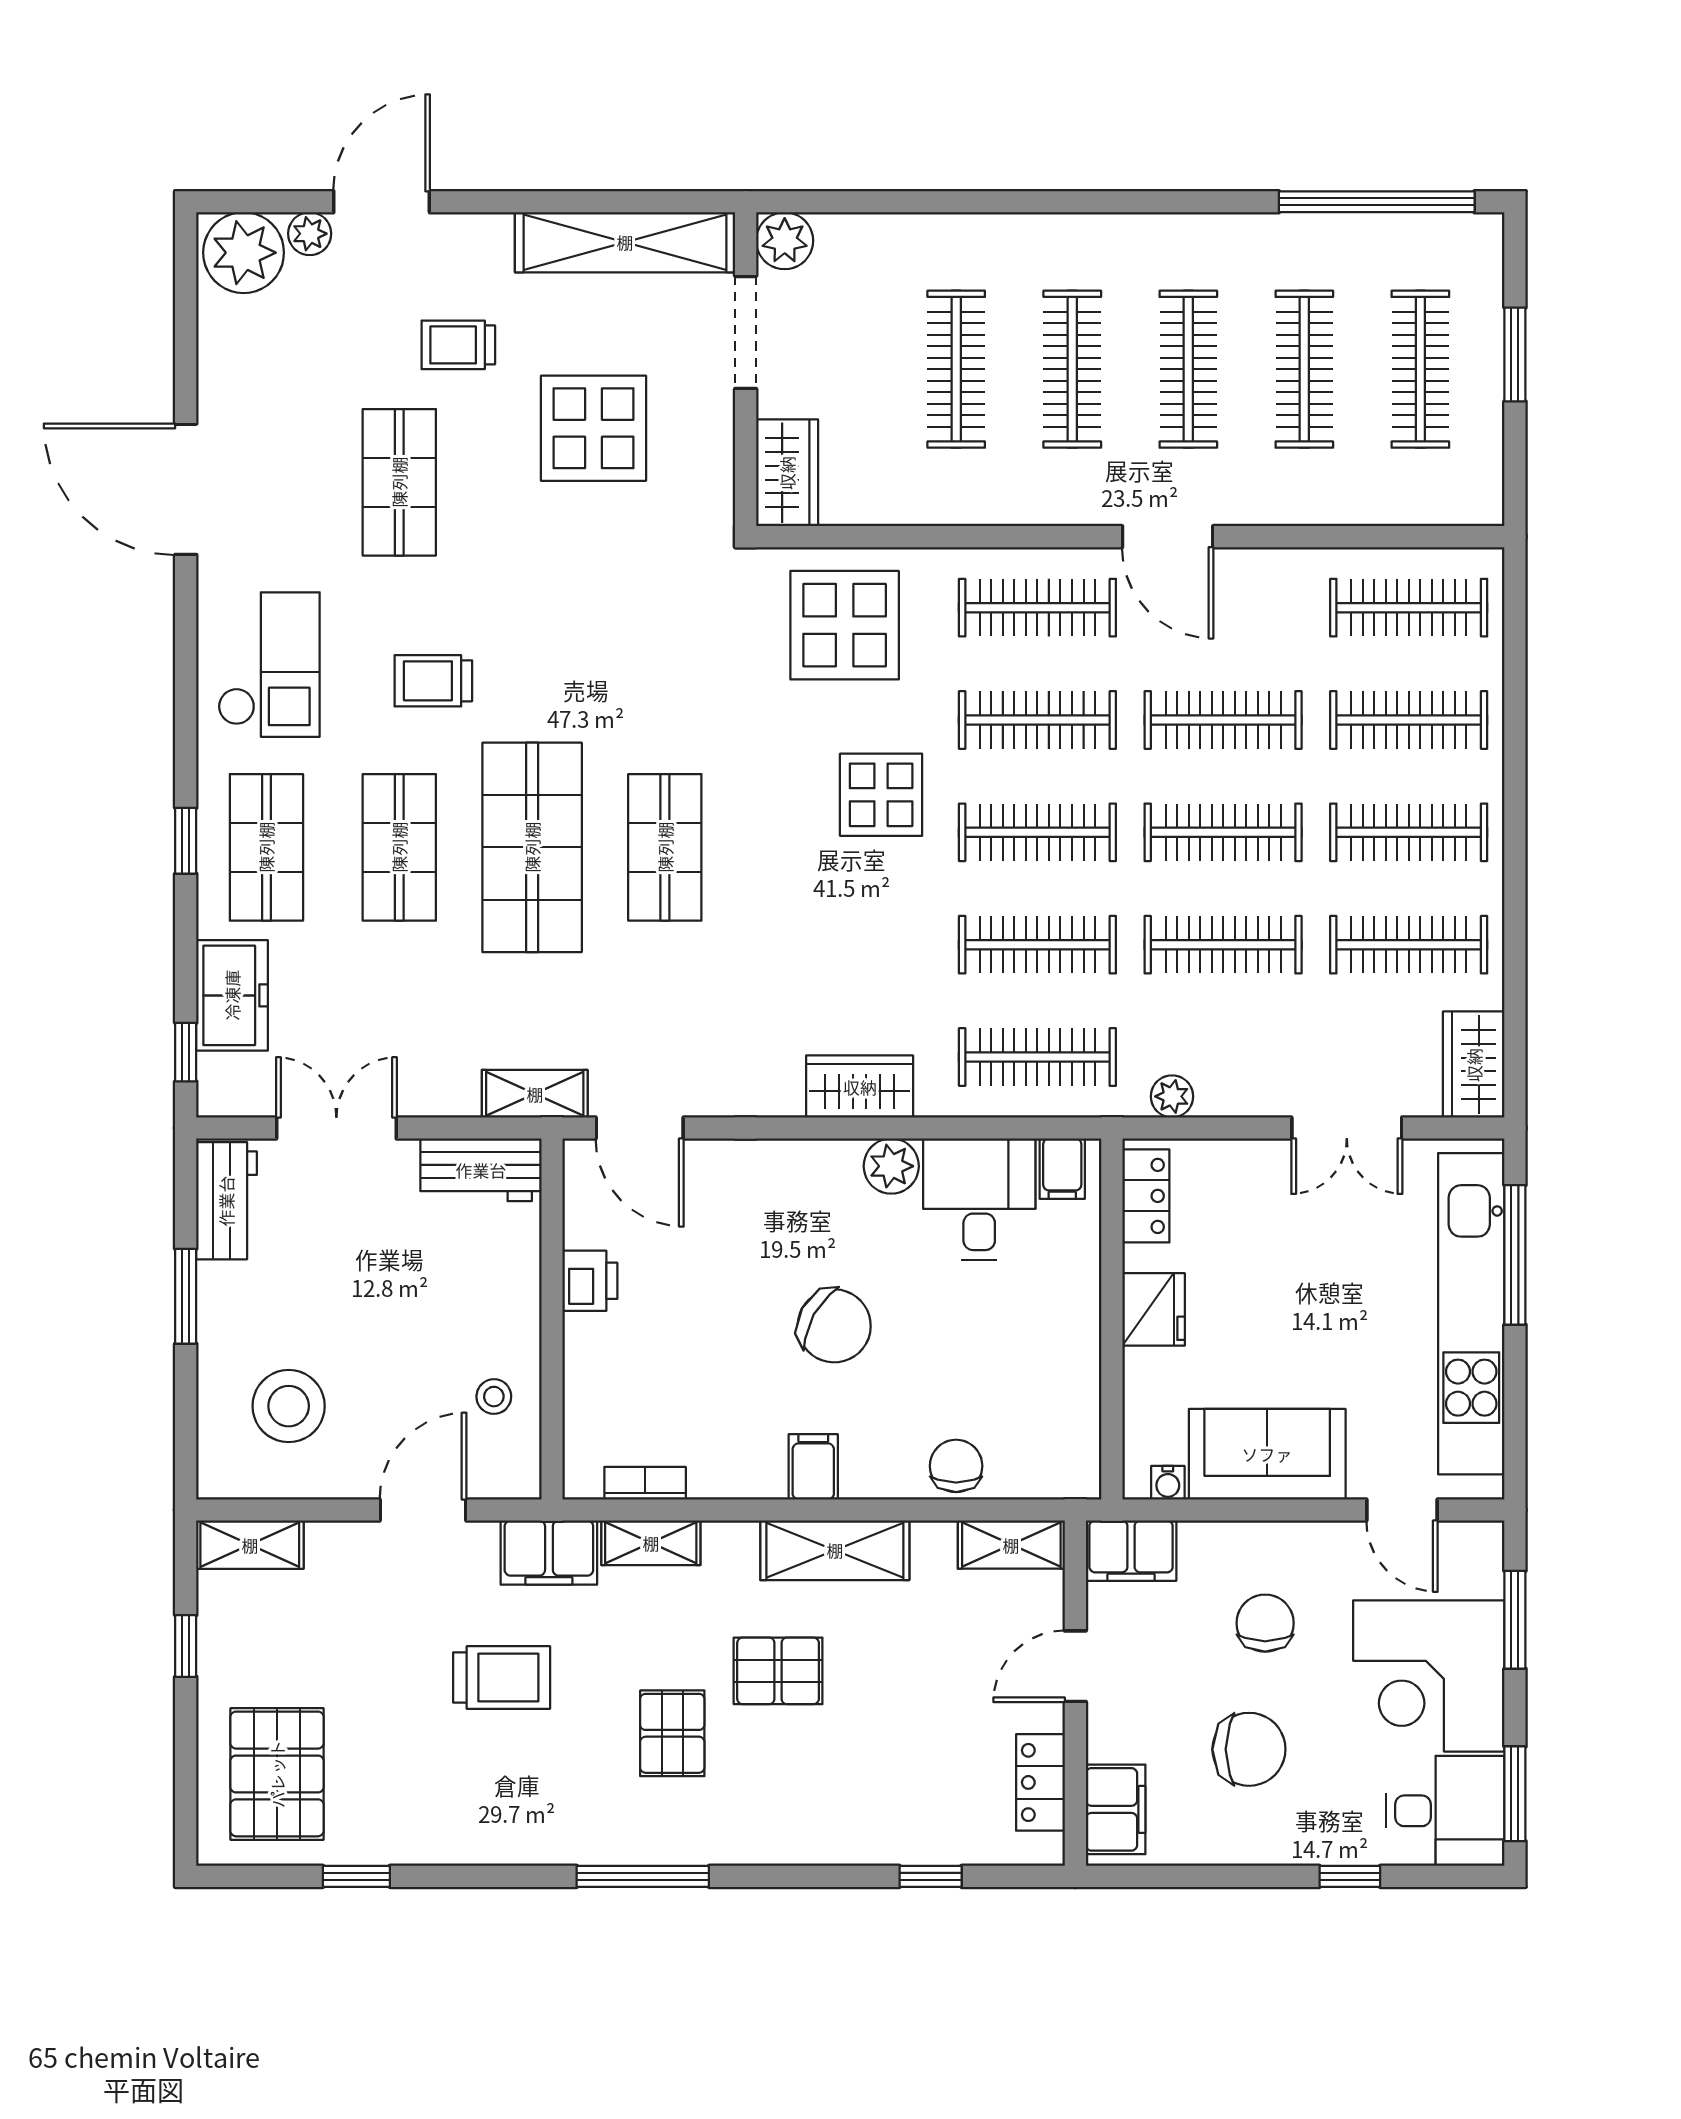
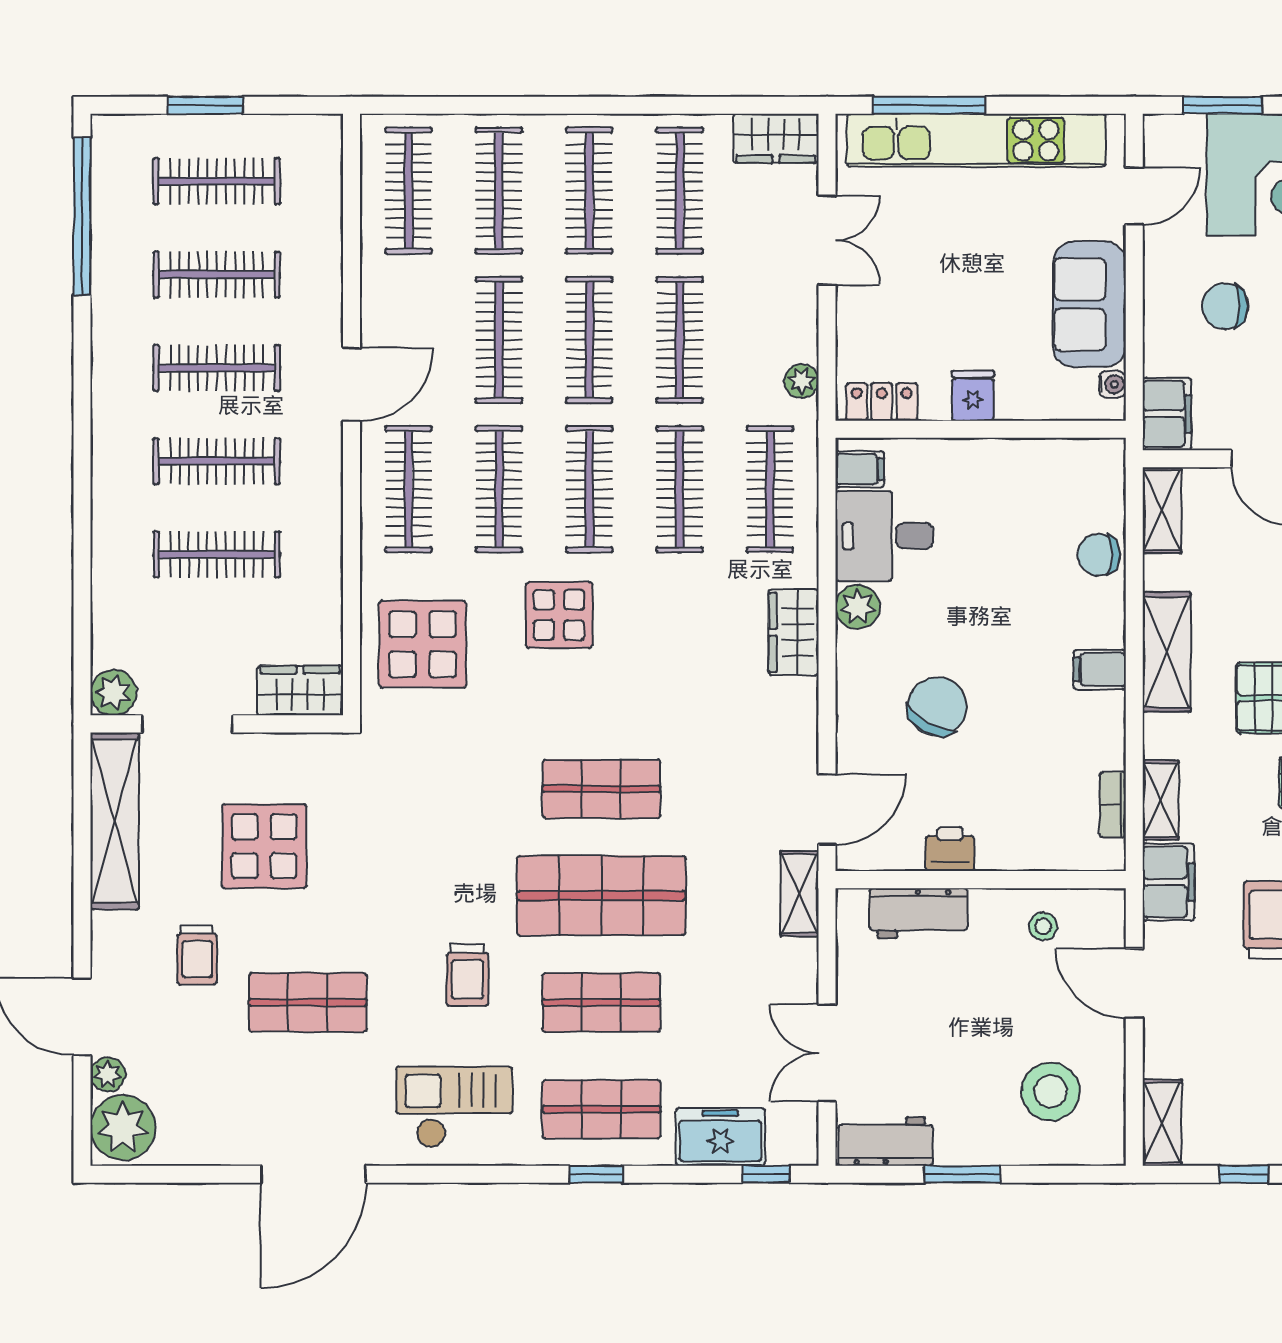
workbench: (481, 1170) -> (918, 913), moved, turned 90
fridge: (1154, 1309) -> (973, 396), width x0.72
chair: (834, 1326) -> (937, 707), moved

